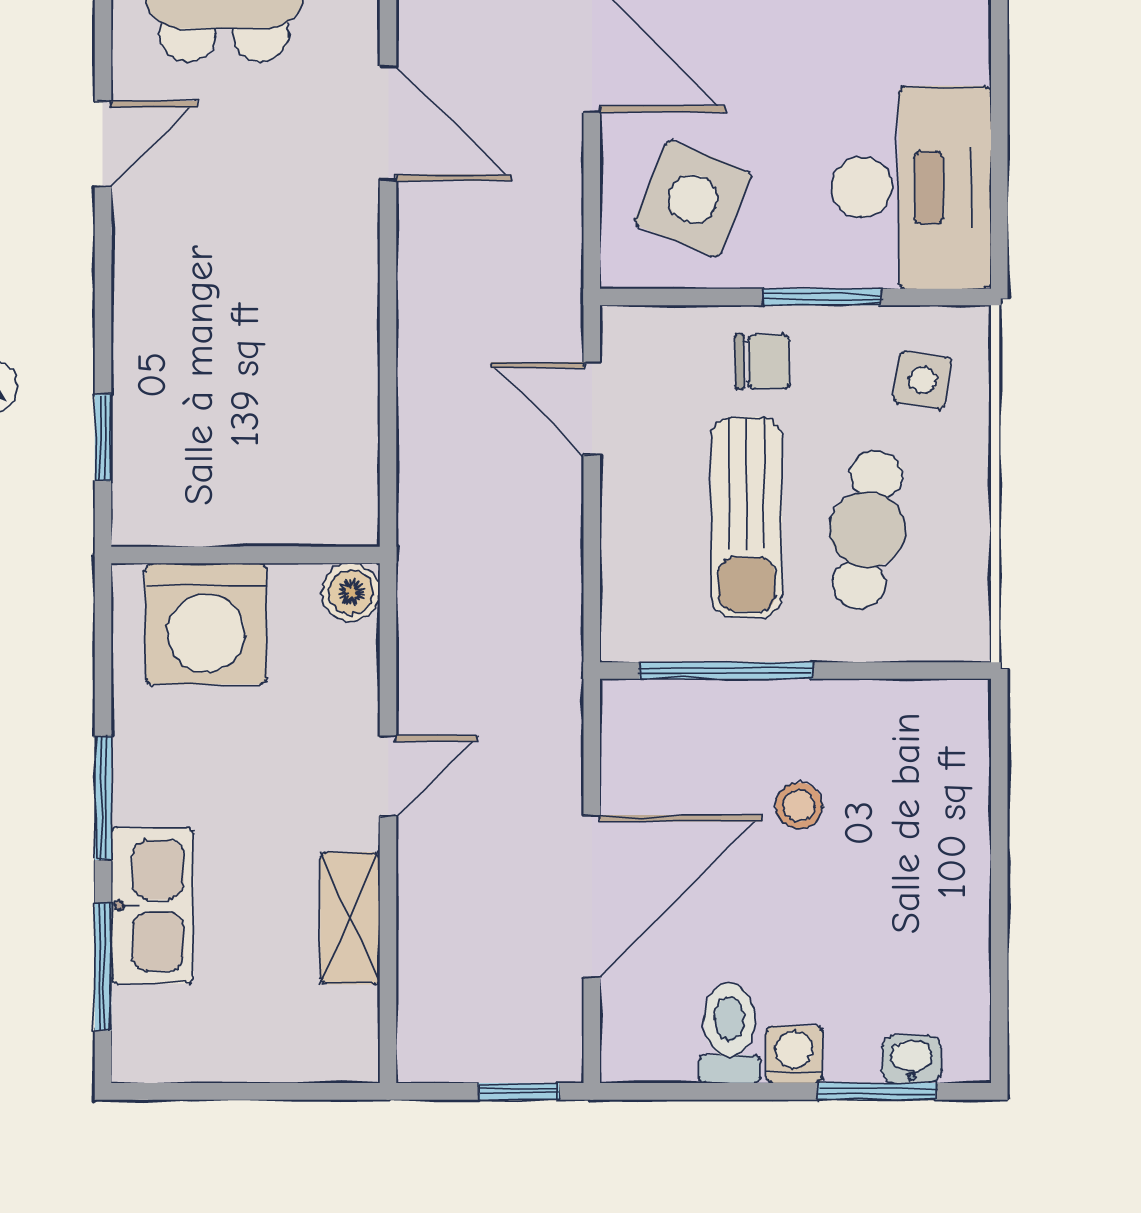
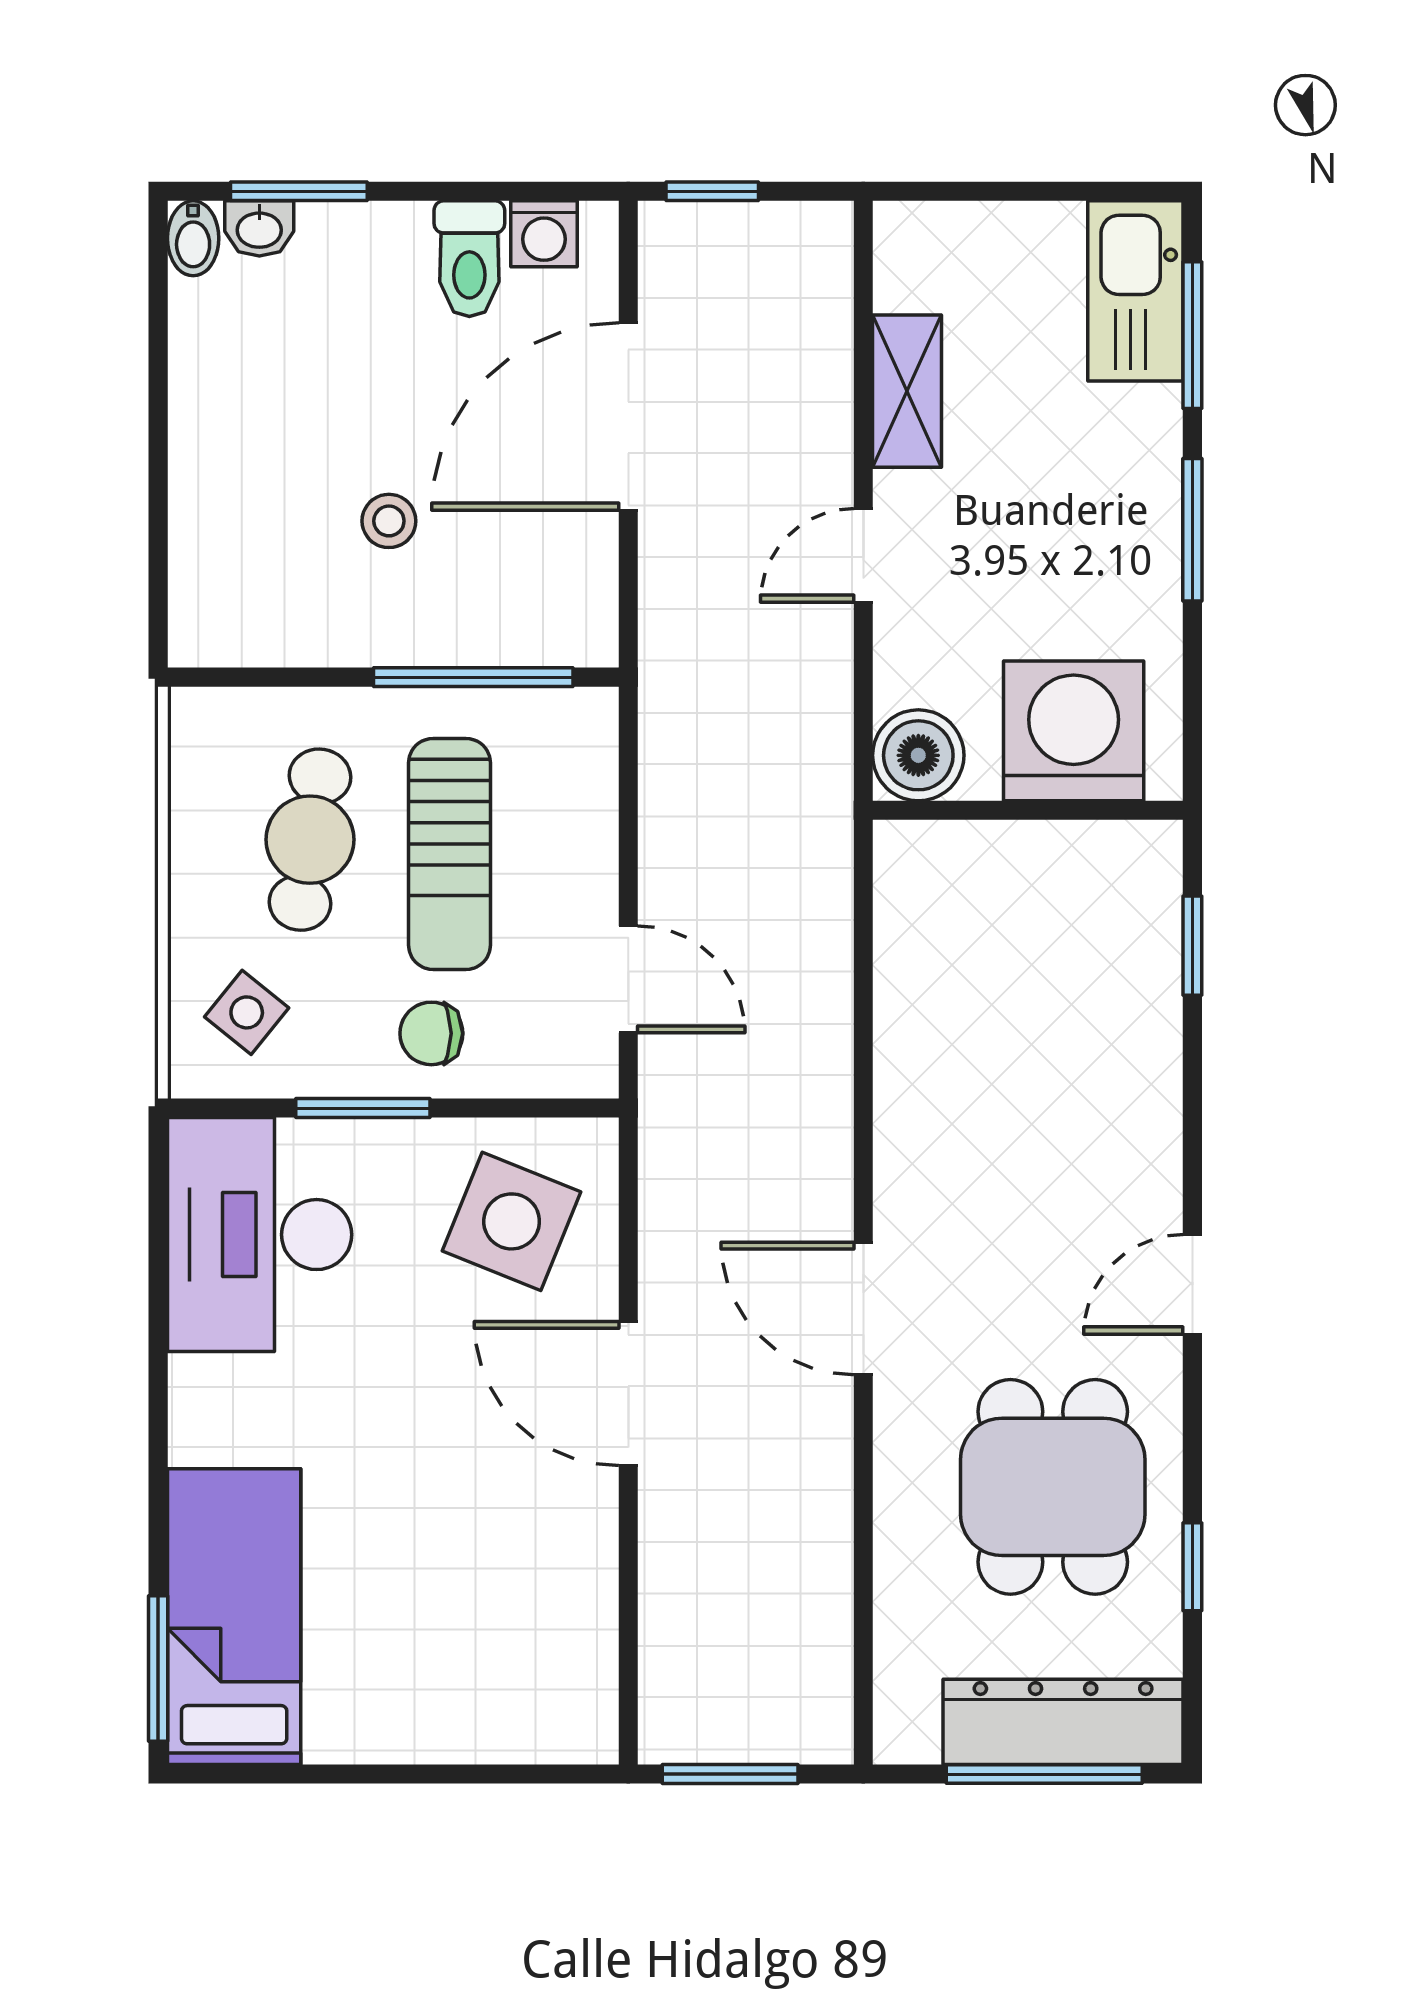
side table: (922, 380) -> (247, 1012), turned 30
sun lounger: (747, 517) -> (450, 854), turned 180
boiler: (351, 592) -> (918, 755), width x1.36, depth x1.36
kitchen sink: (152, 906) -> (1135, 291), moved
bidet: (969, 1051) -> (193, 238), added
washing machine: (794, 1055) -> (544, 234), moved

